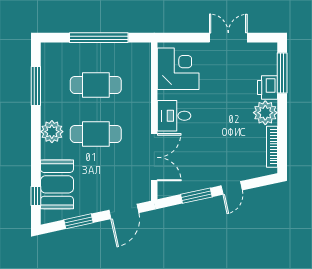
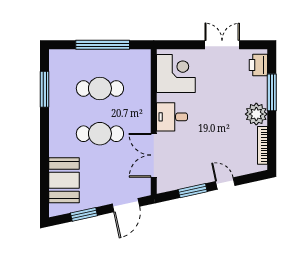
window: (282, 73) -> (272, 92), moved
printer: (268, 88) -> (258, 65), moved
plant: (52, 132) -> (59, 132), removed
double door: (154, 157) -> (154, 155), swing flipped
door: (232, 188) -> (225, 183), swing flipped
window: (36, 196) -> (45, 191), removed

